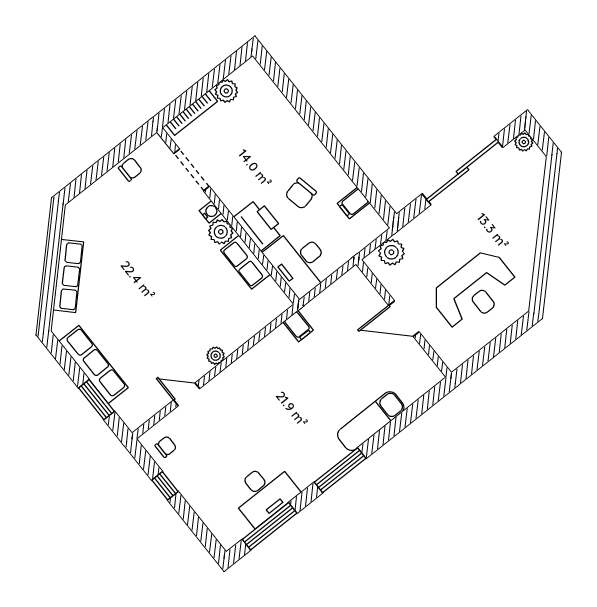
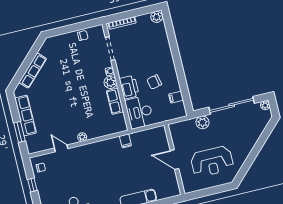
plant: (226, 91) -> (157, 17), moved
plant: (391, 252) -> (202, 122), moved

